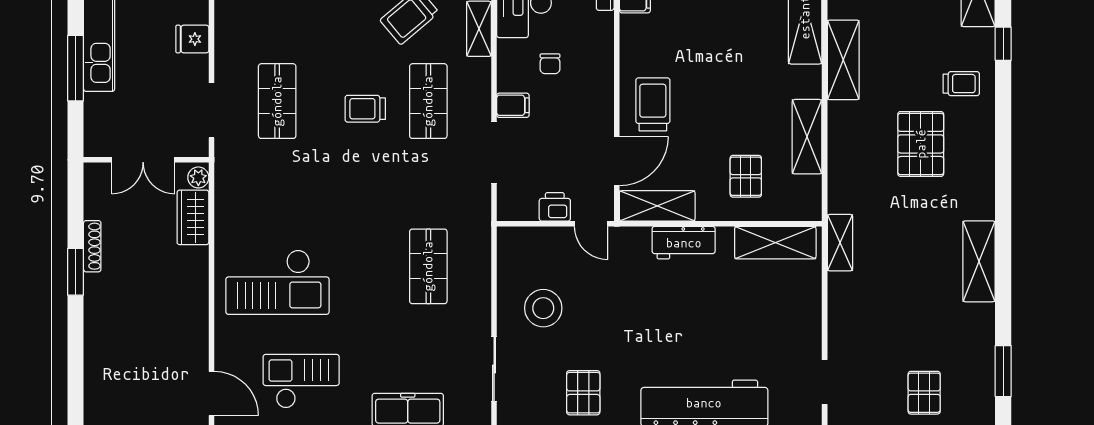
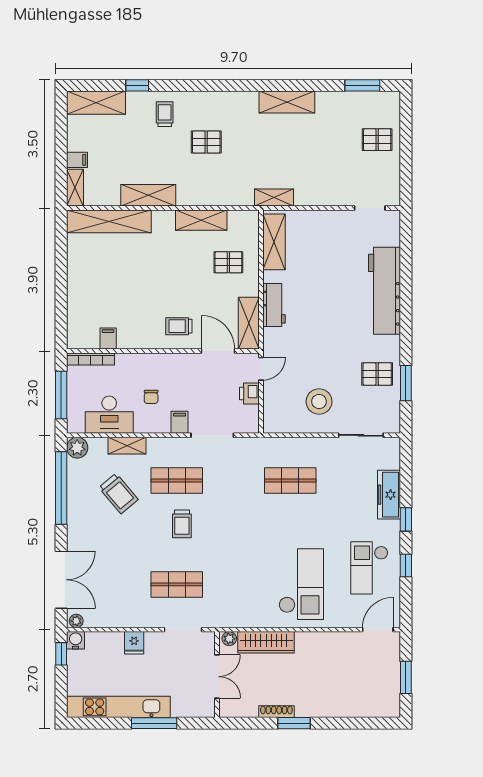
chair: (550, 64) -> (151, 397), turned 90
trolley: (653, 104) -> (179, 326), width x0.73, depth x0.72
pallet: (921, 144) -> (206, 142), width x0.67, depth x0.71
wardrobe: (193, 217) -> (266, 642), width x1.50

